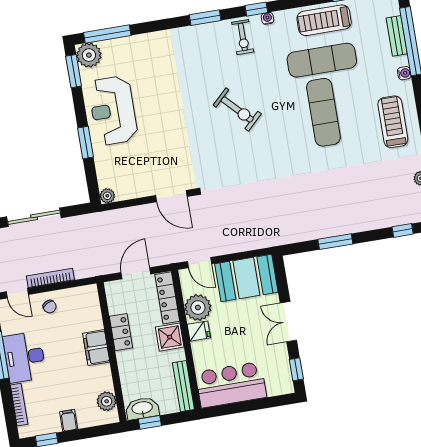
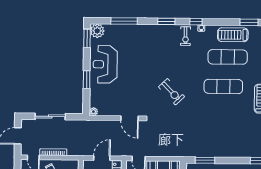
window: (107, 34) -> (124, 21), moved
exercise bike: (237, 109) -> (171, 92), moved
exercise mat: (323, 112) -> (223, 86), turned 90
window: (335, 242) -> (205, 160), moved

